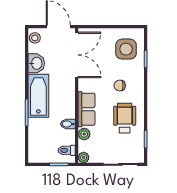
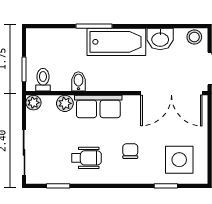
wheelchair: (125, 118) -> (86, 158), width x0.73, depth x0.73

